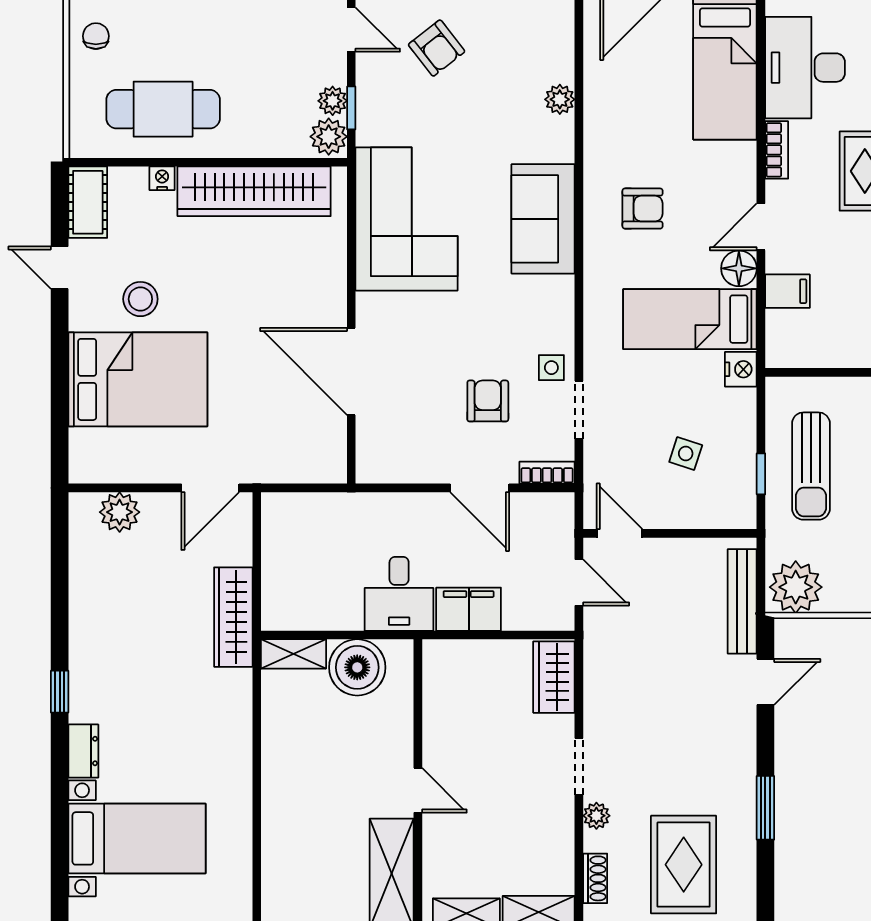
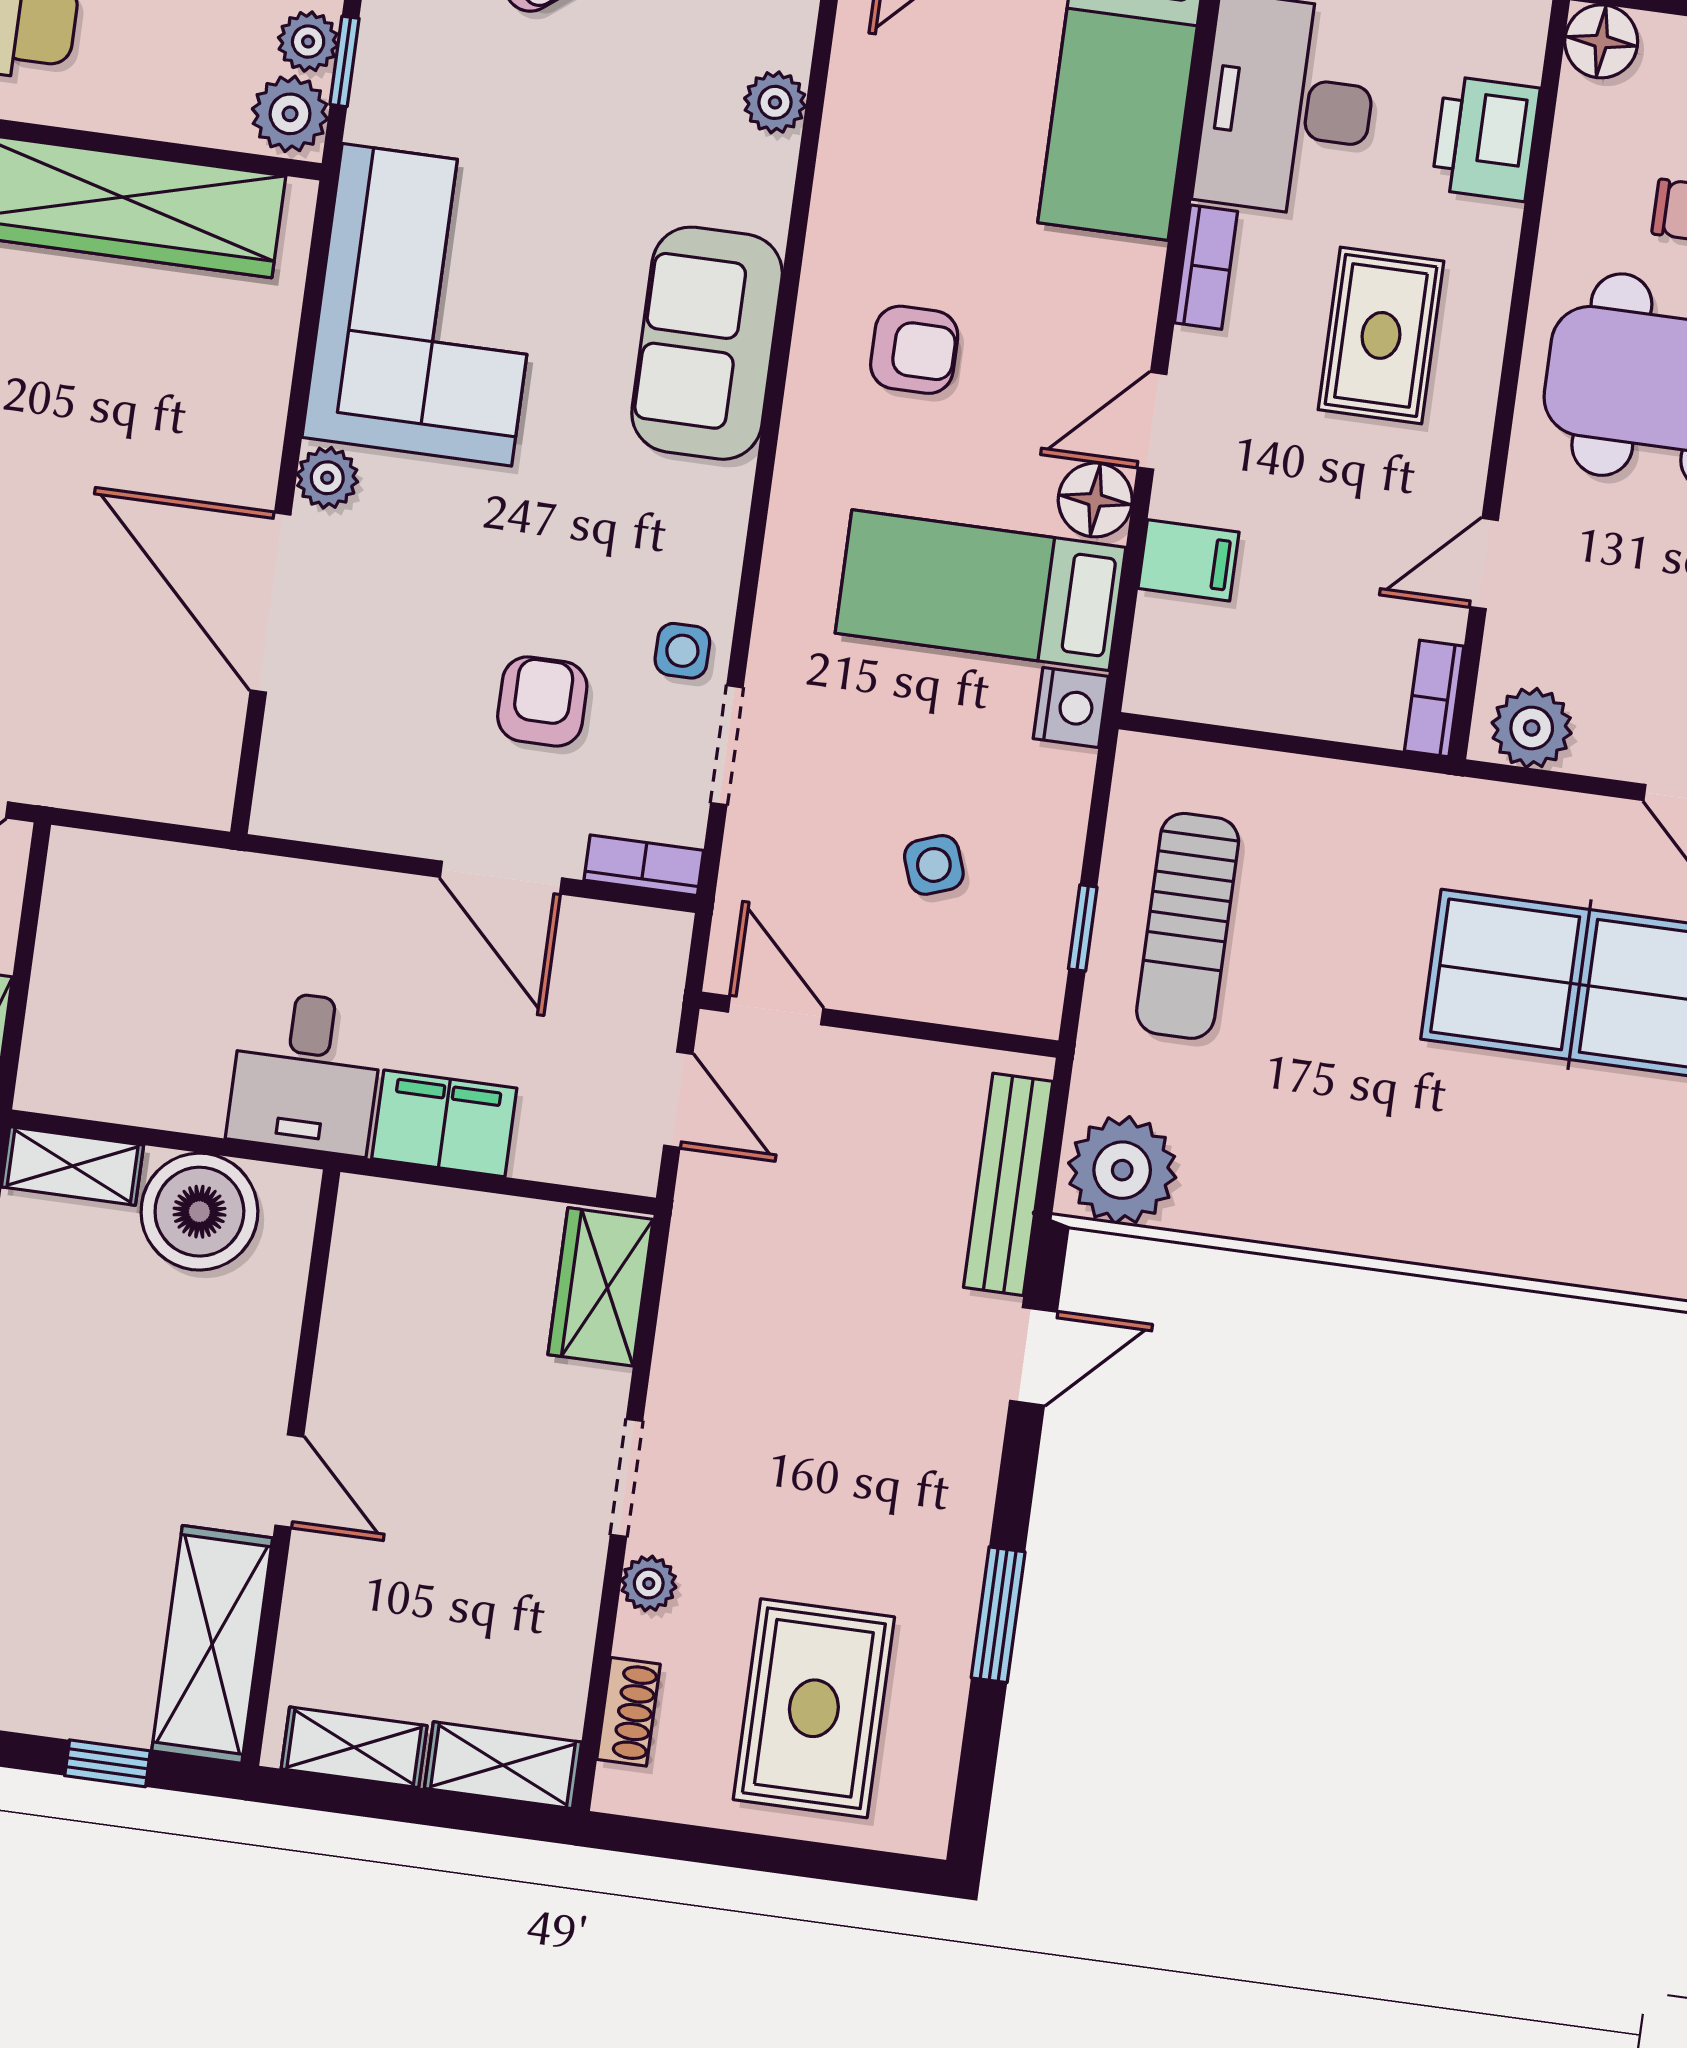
plant: (370, 308) -> (327, 478), added
side table: (686, 454) -> (934, 865), turned -38

